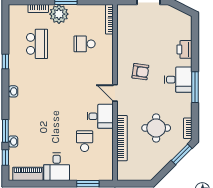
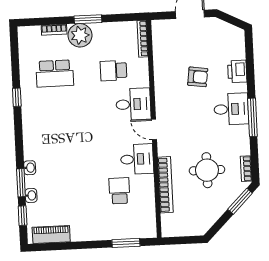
school desk: (37, 44) -> (55, 73), turned 90
armchair: (140, 72) -> (198, 77), moved
washbasin: (13, 91) -> (30, 168), moved
desk: (57, 167) -> (133, 104), moved, turned -90

